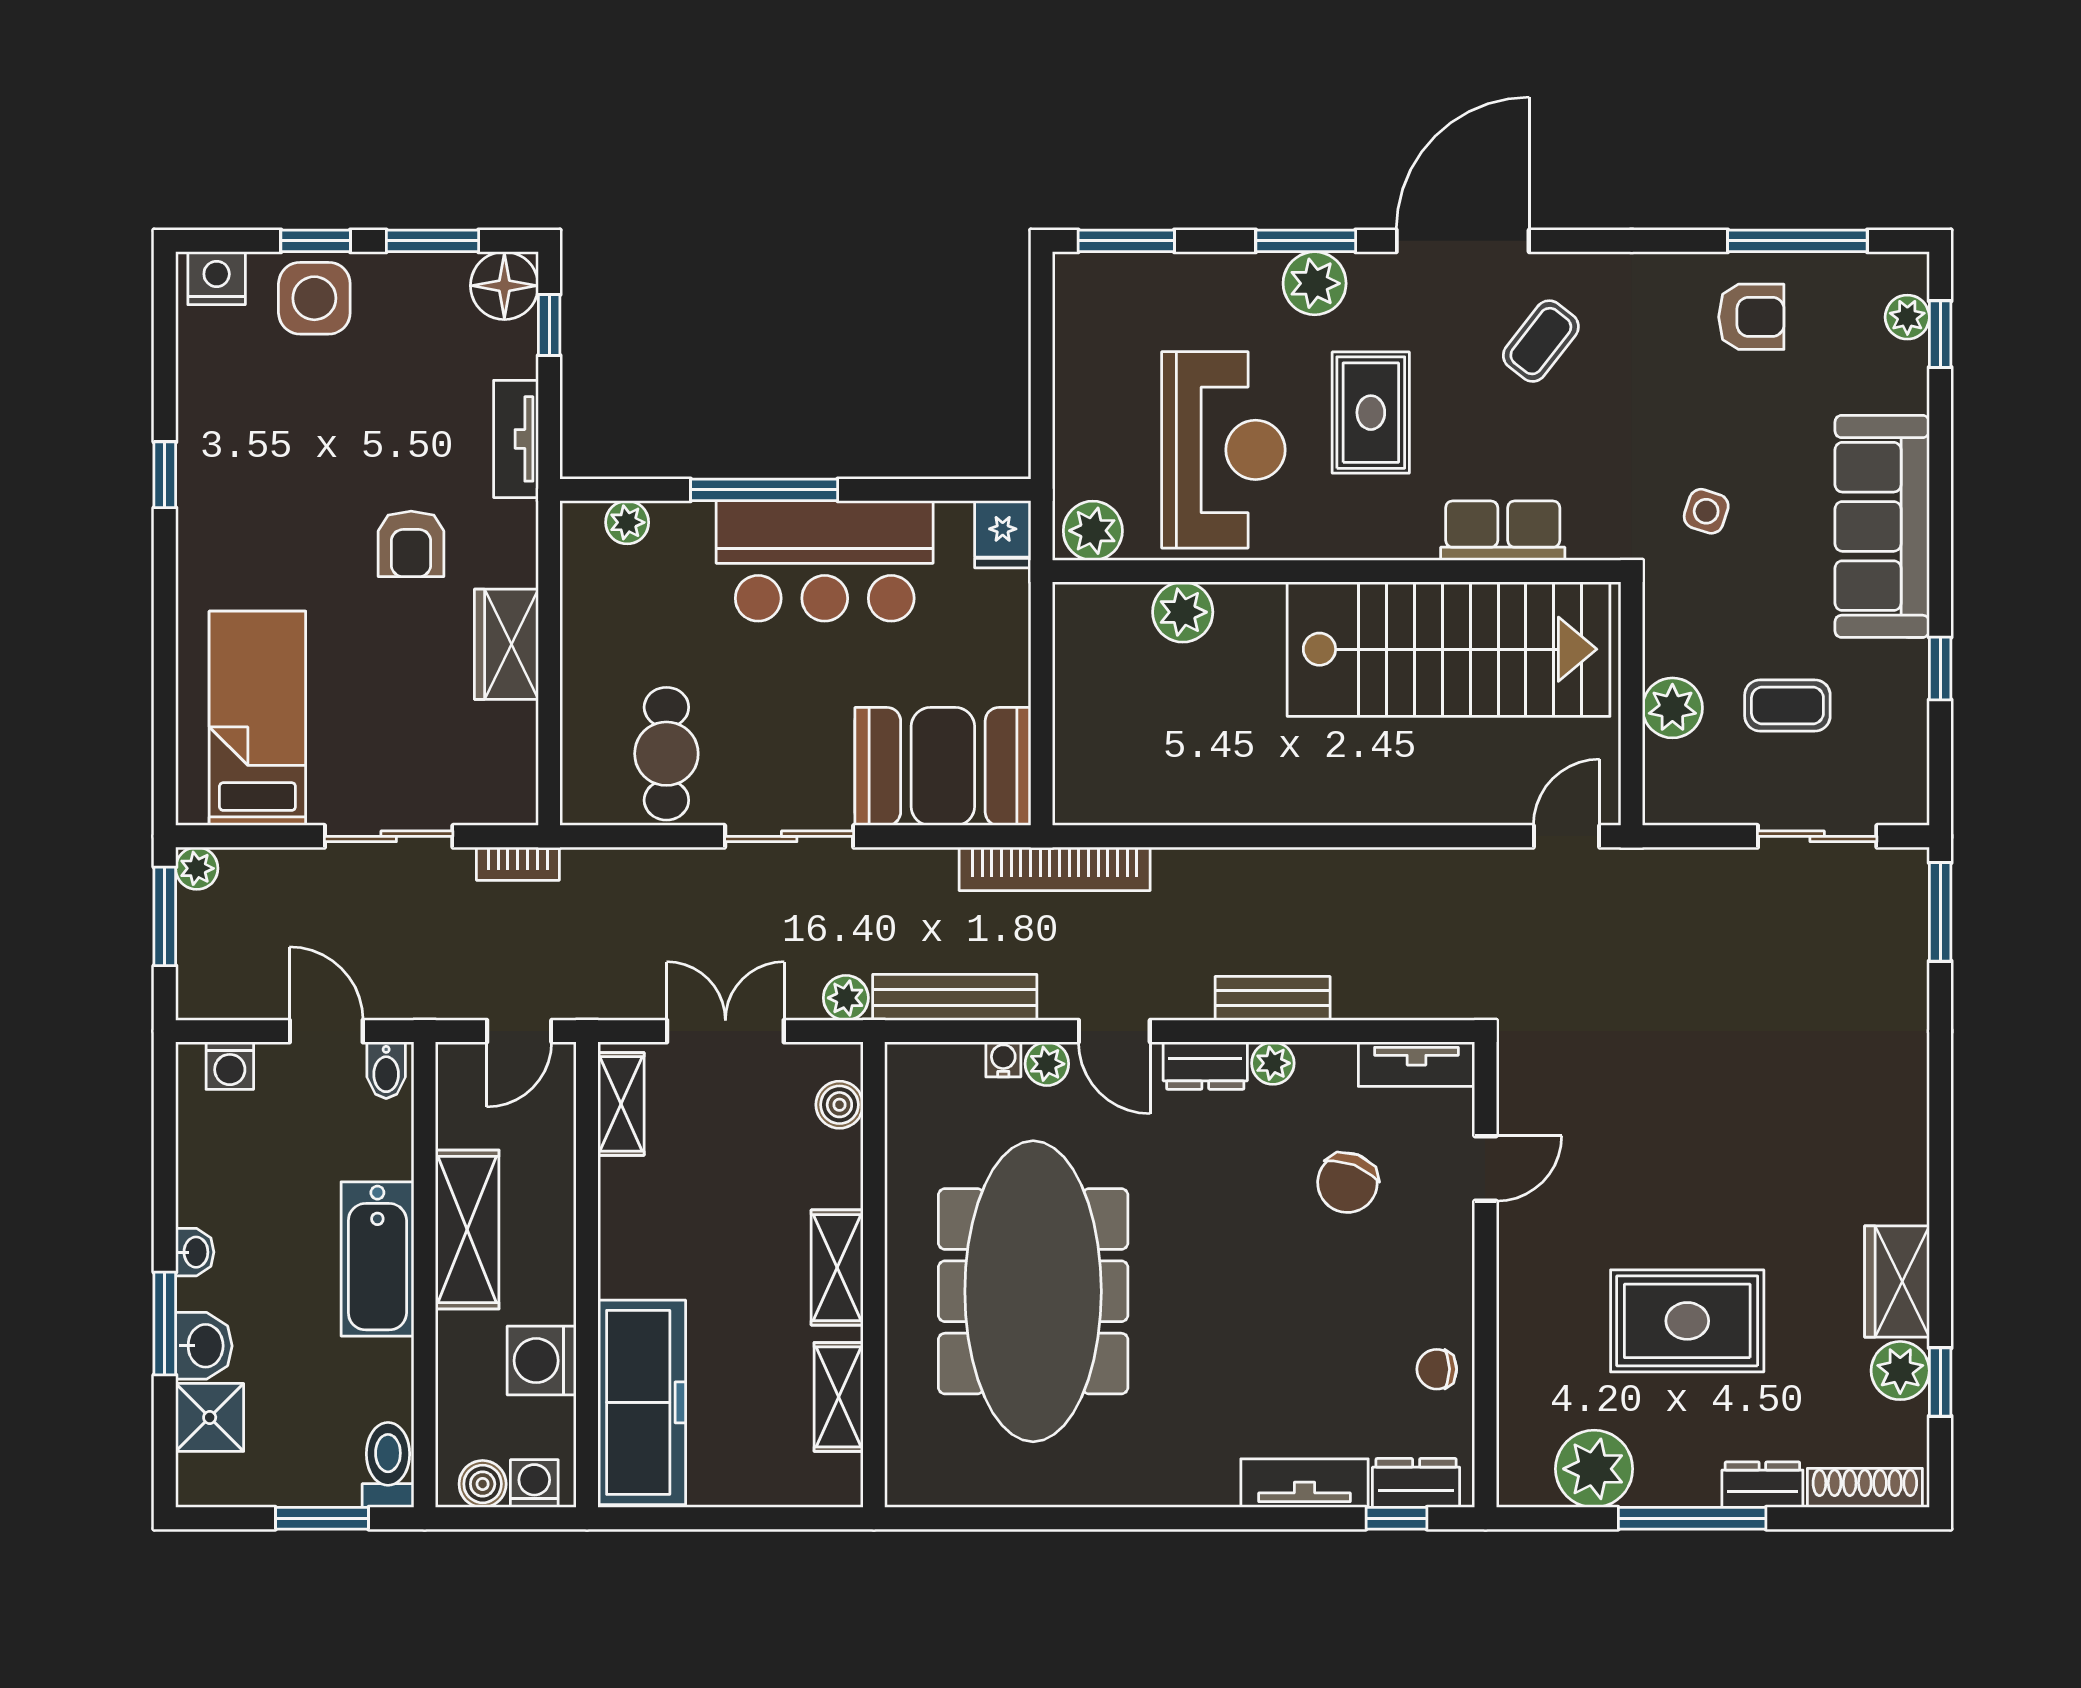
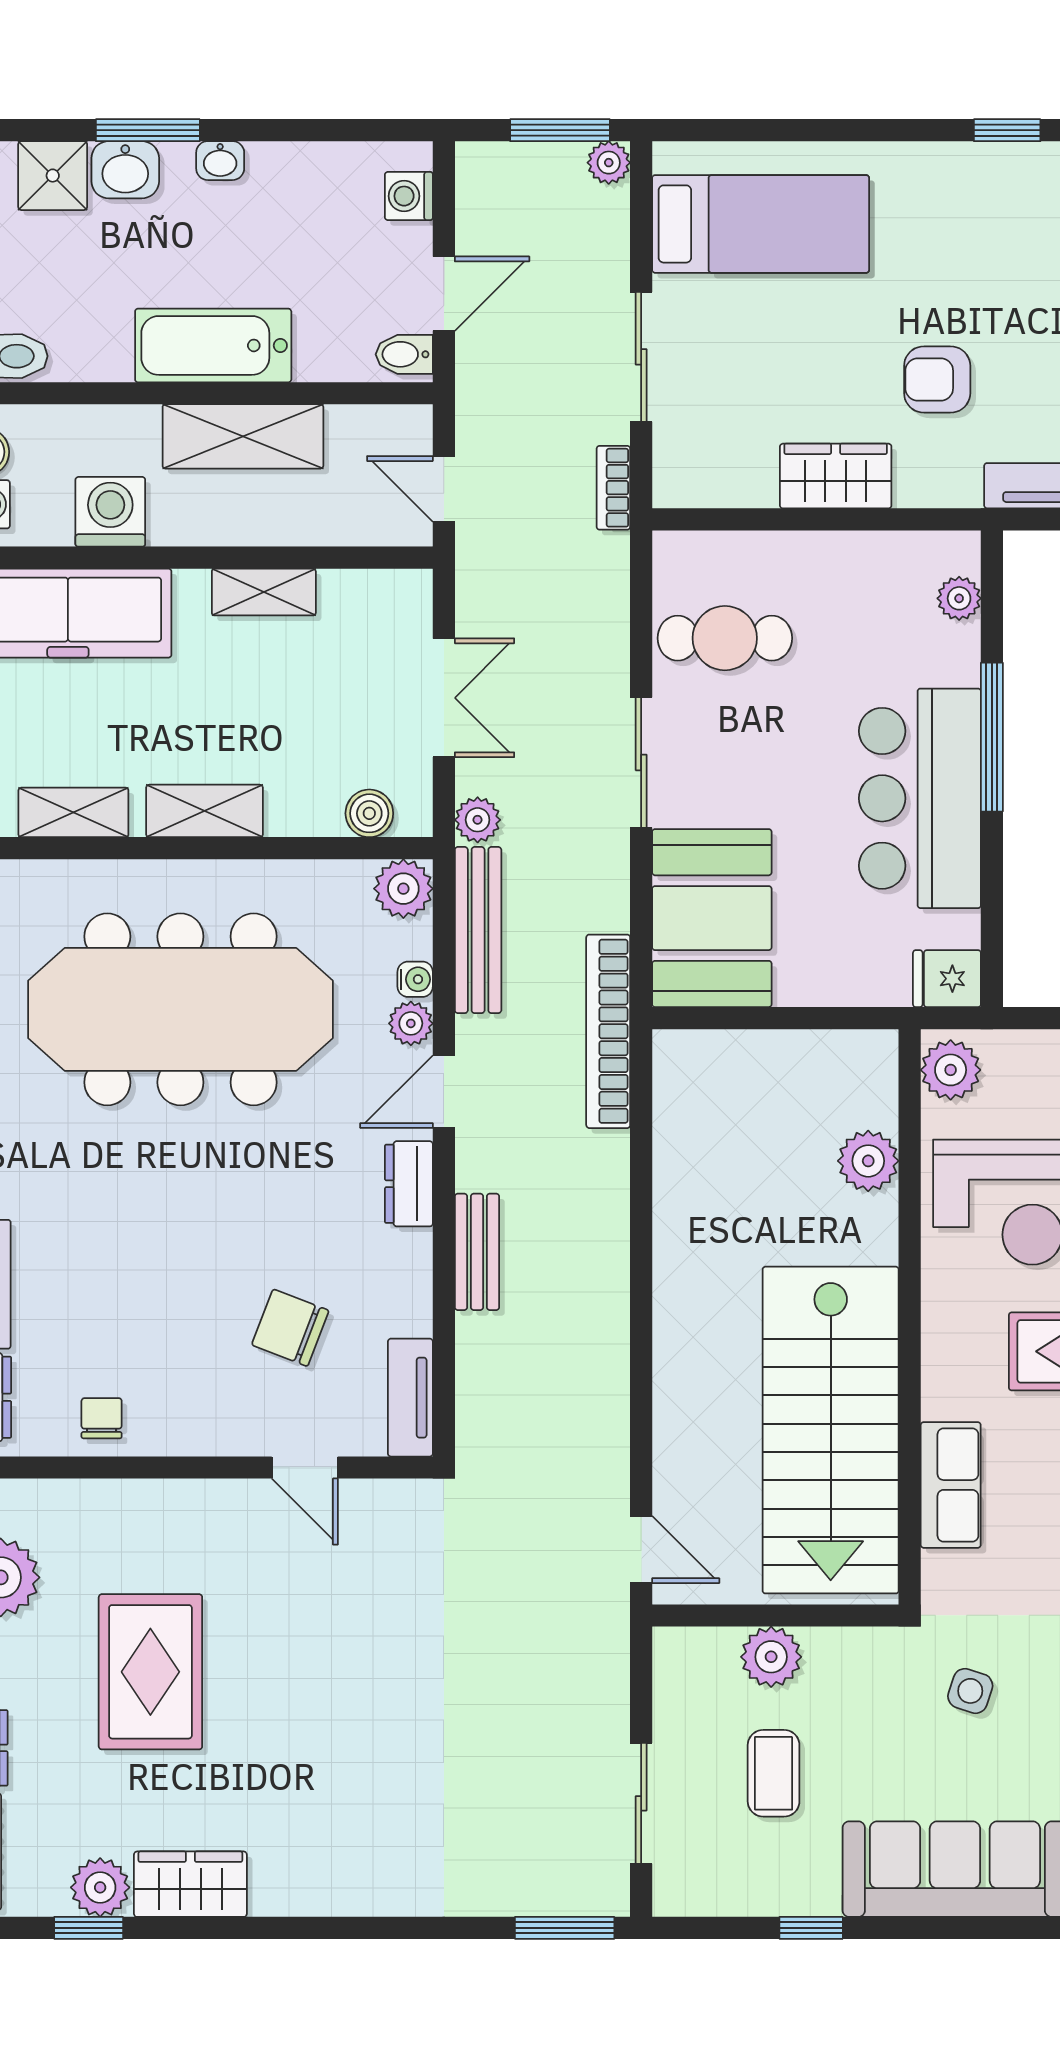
plant: (1273, 1063) -> (403, 889), moved, width x1.38, depth x1.38
shelving: (621, 1104) -> (264, 592), moved

